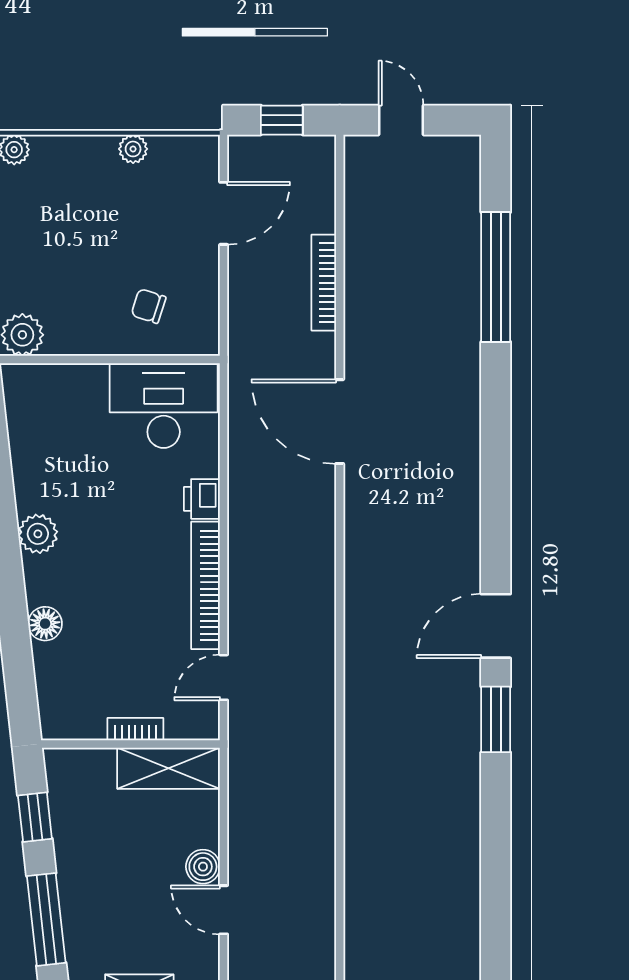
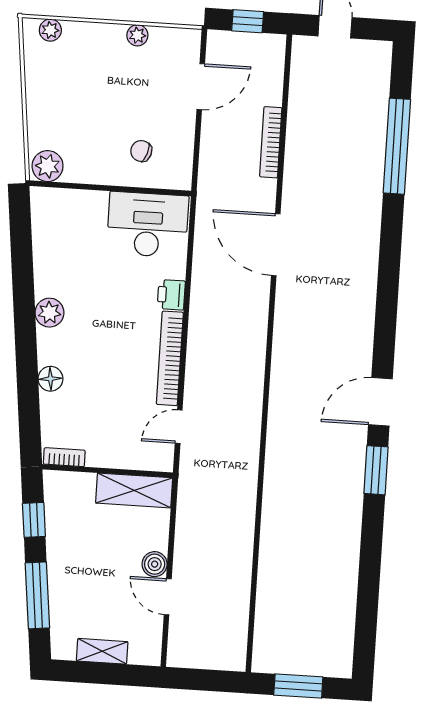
bookcase: (135, 729) -> (64, 457), moved

